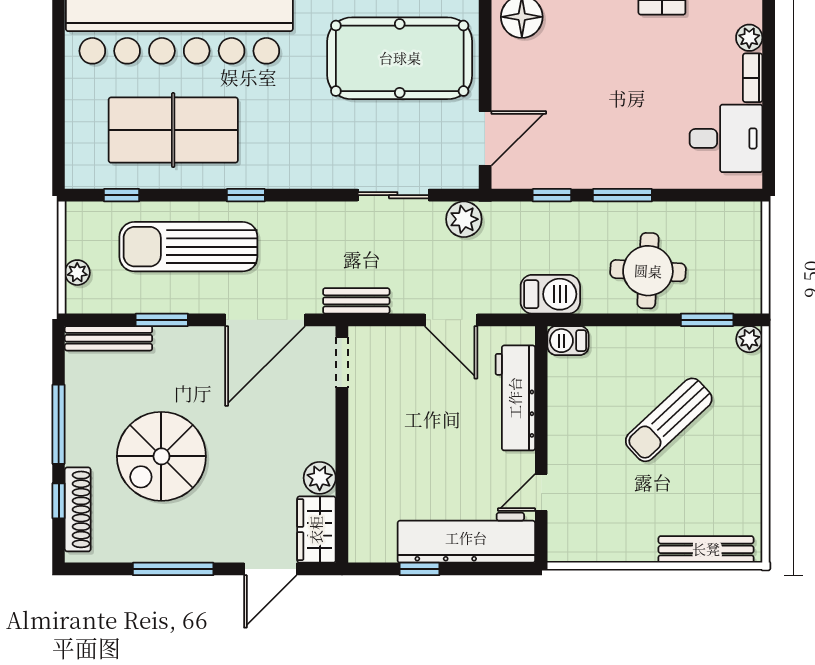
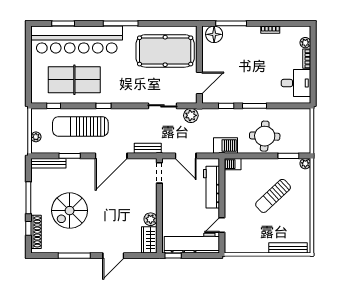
doorway: (342, 362) -> (159, 173), moved
wall: (342, 444) -> (159, 206), moved
plant: (320, 478) -> (151, 219), moved
wardrobe: (316, 530) -> (149, 240), moved

